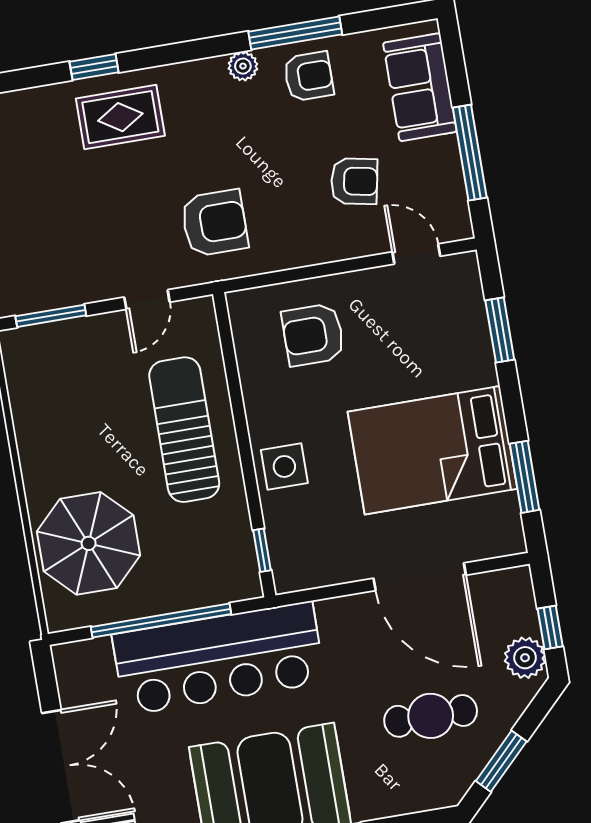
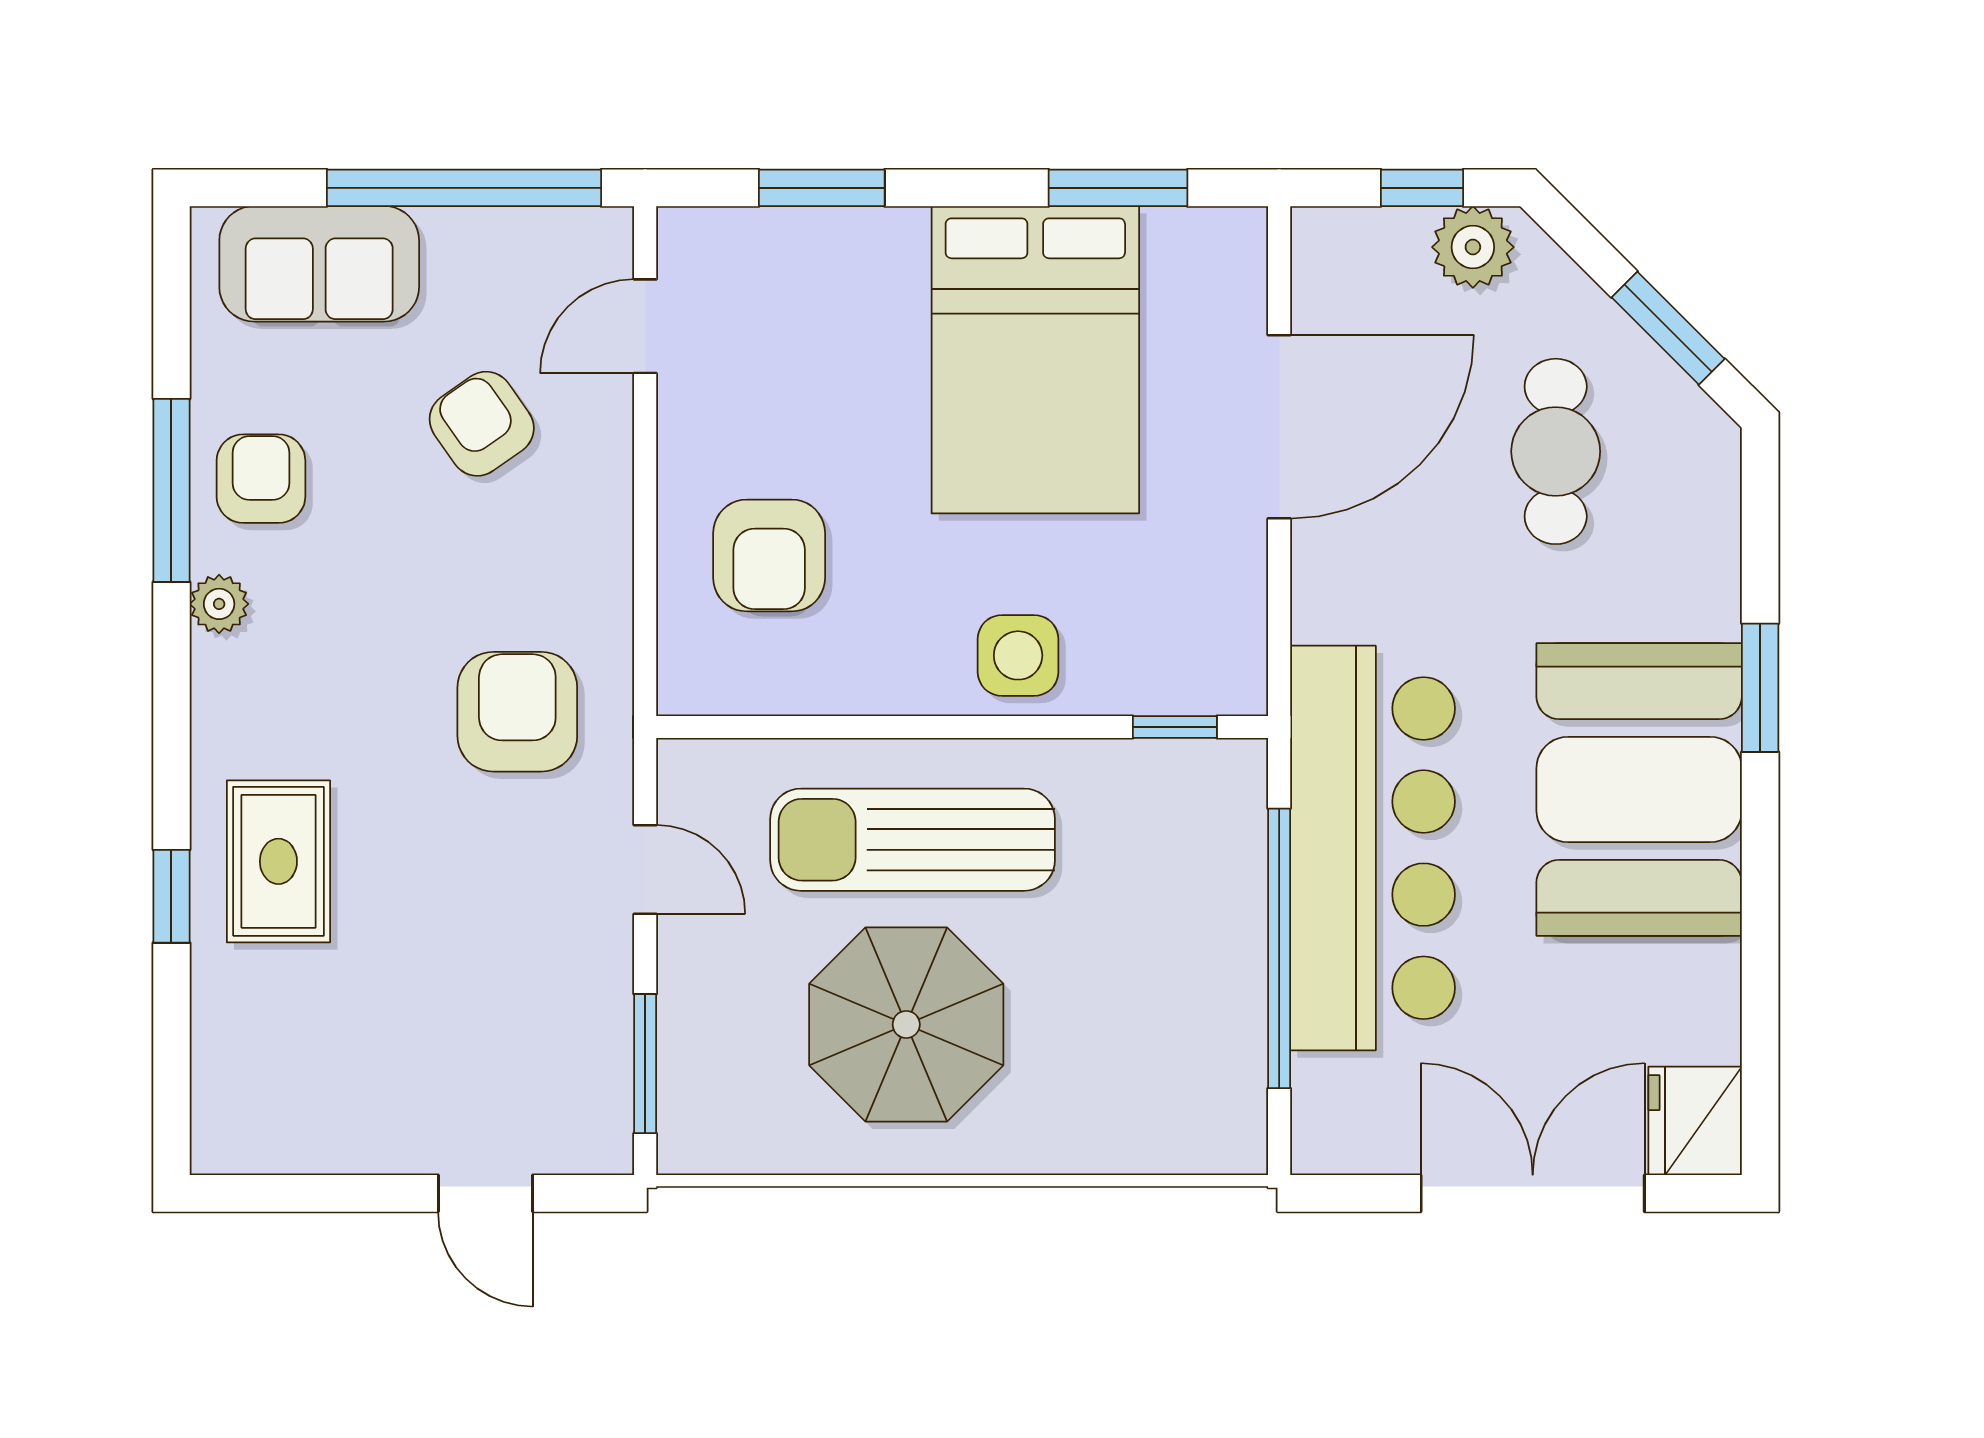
window: (470, 153) -> (464, 188), width x1.46
armchair: (354, 181) -> (482, 424), turned -46
parasol: (89, 543) -> (906, 1024), moved

